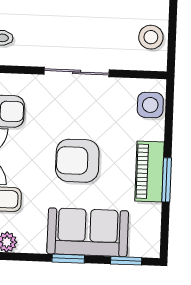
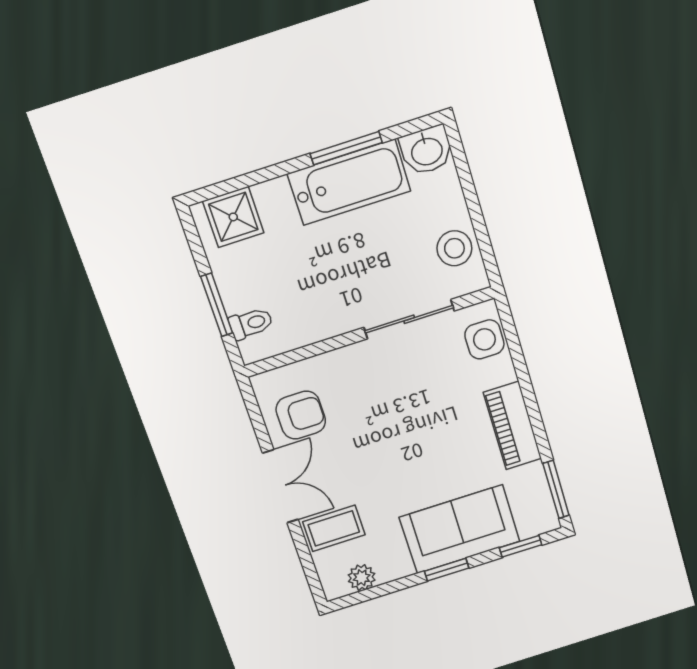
sliding door: (77, 72) -> (409, 319), moved
armchair: (77, 161) -> (414, 446), removed
window: (167, 180) -> (556, 489), moved

